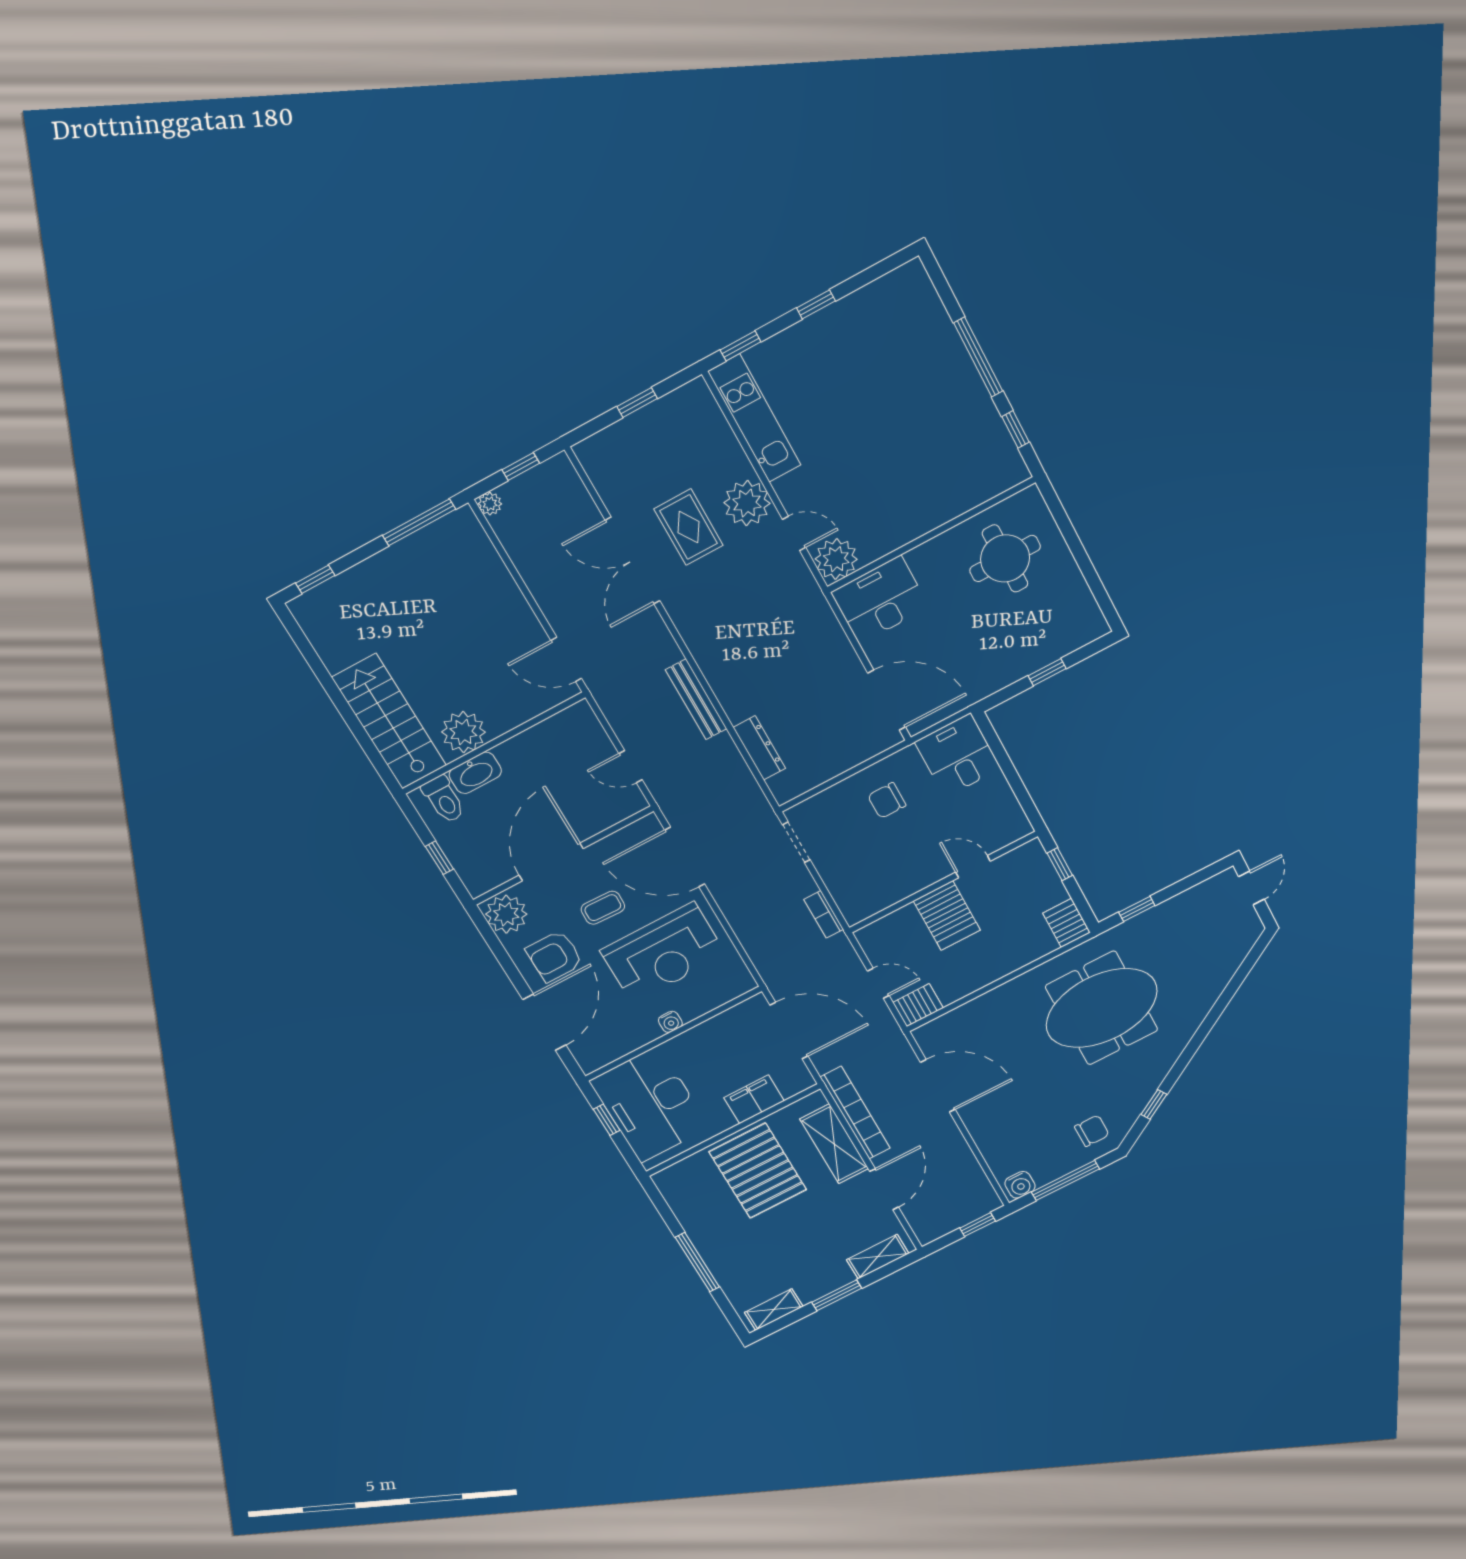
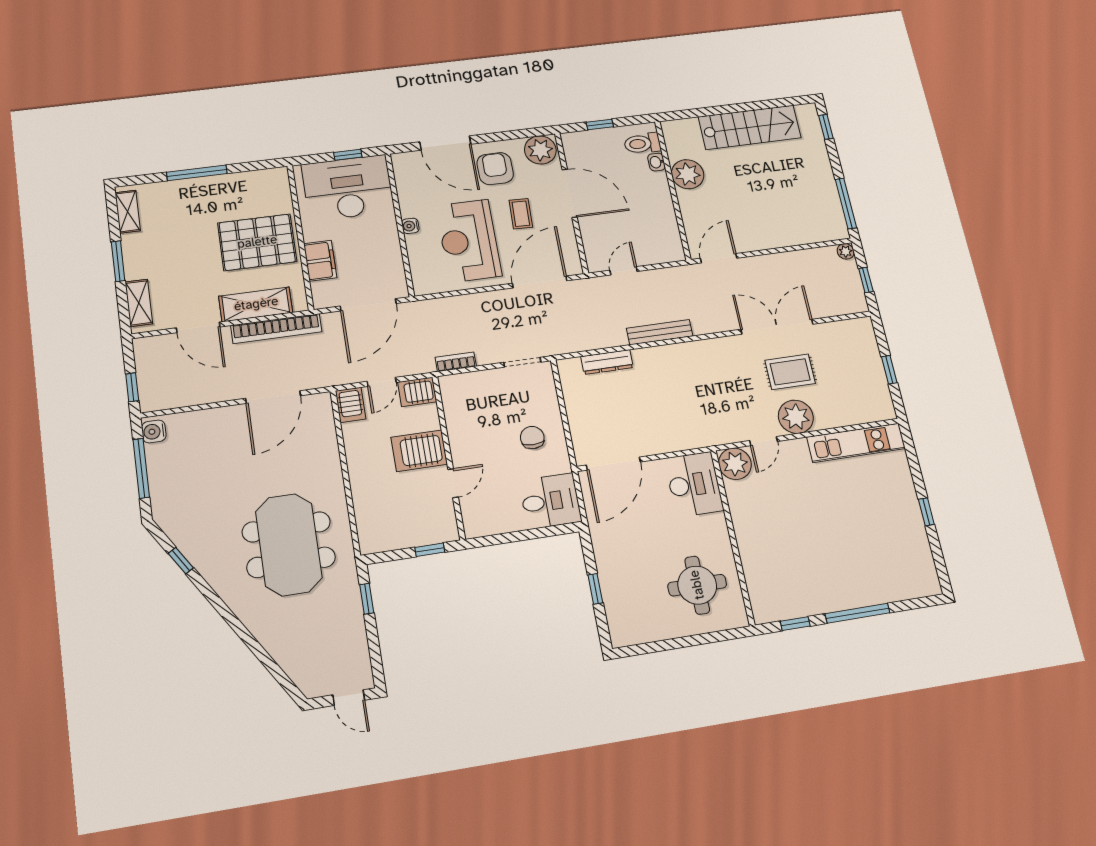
window: (741, 346) -> (911, 451), removed
stairs: (389, 722) -> (750, 127), moved
washbasin: (475, 773) -> (657, 162), width x0.52, depth x0.69
server rack: (1067, 923) -> (417, 392), moved, turned 180
chair: (1092, 1131) -> (178, 503), removed

